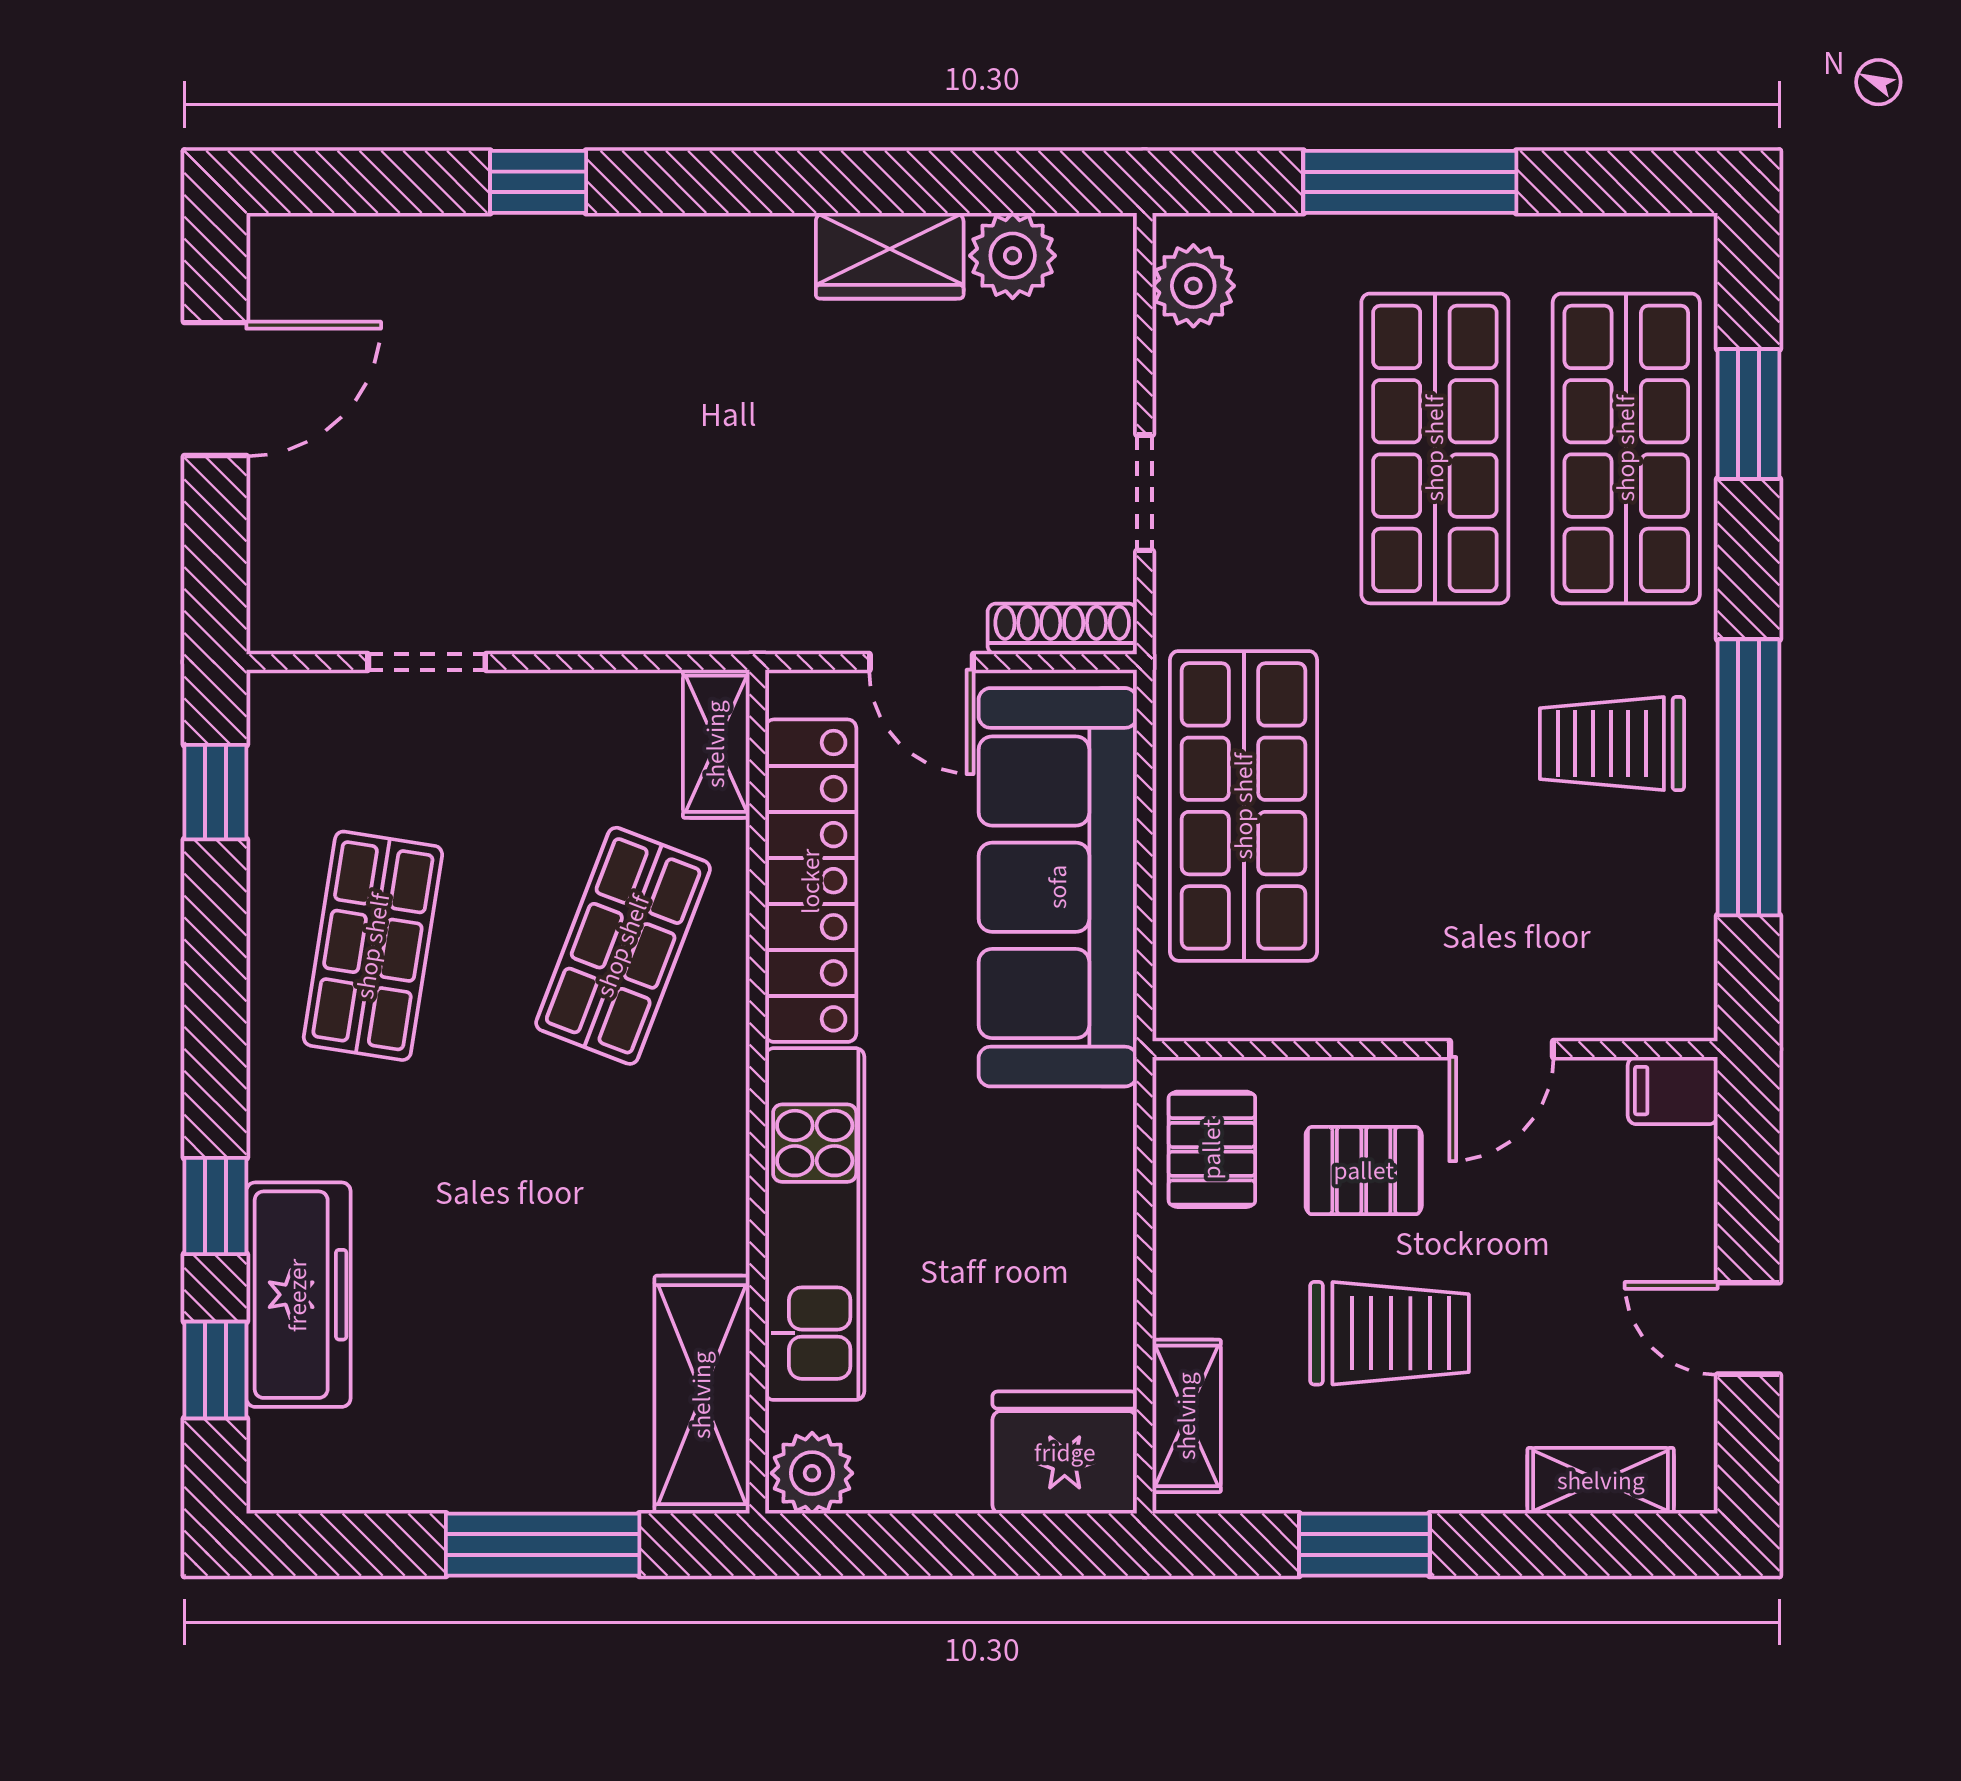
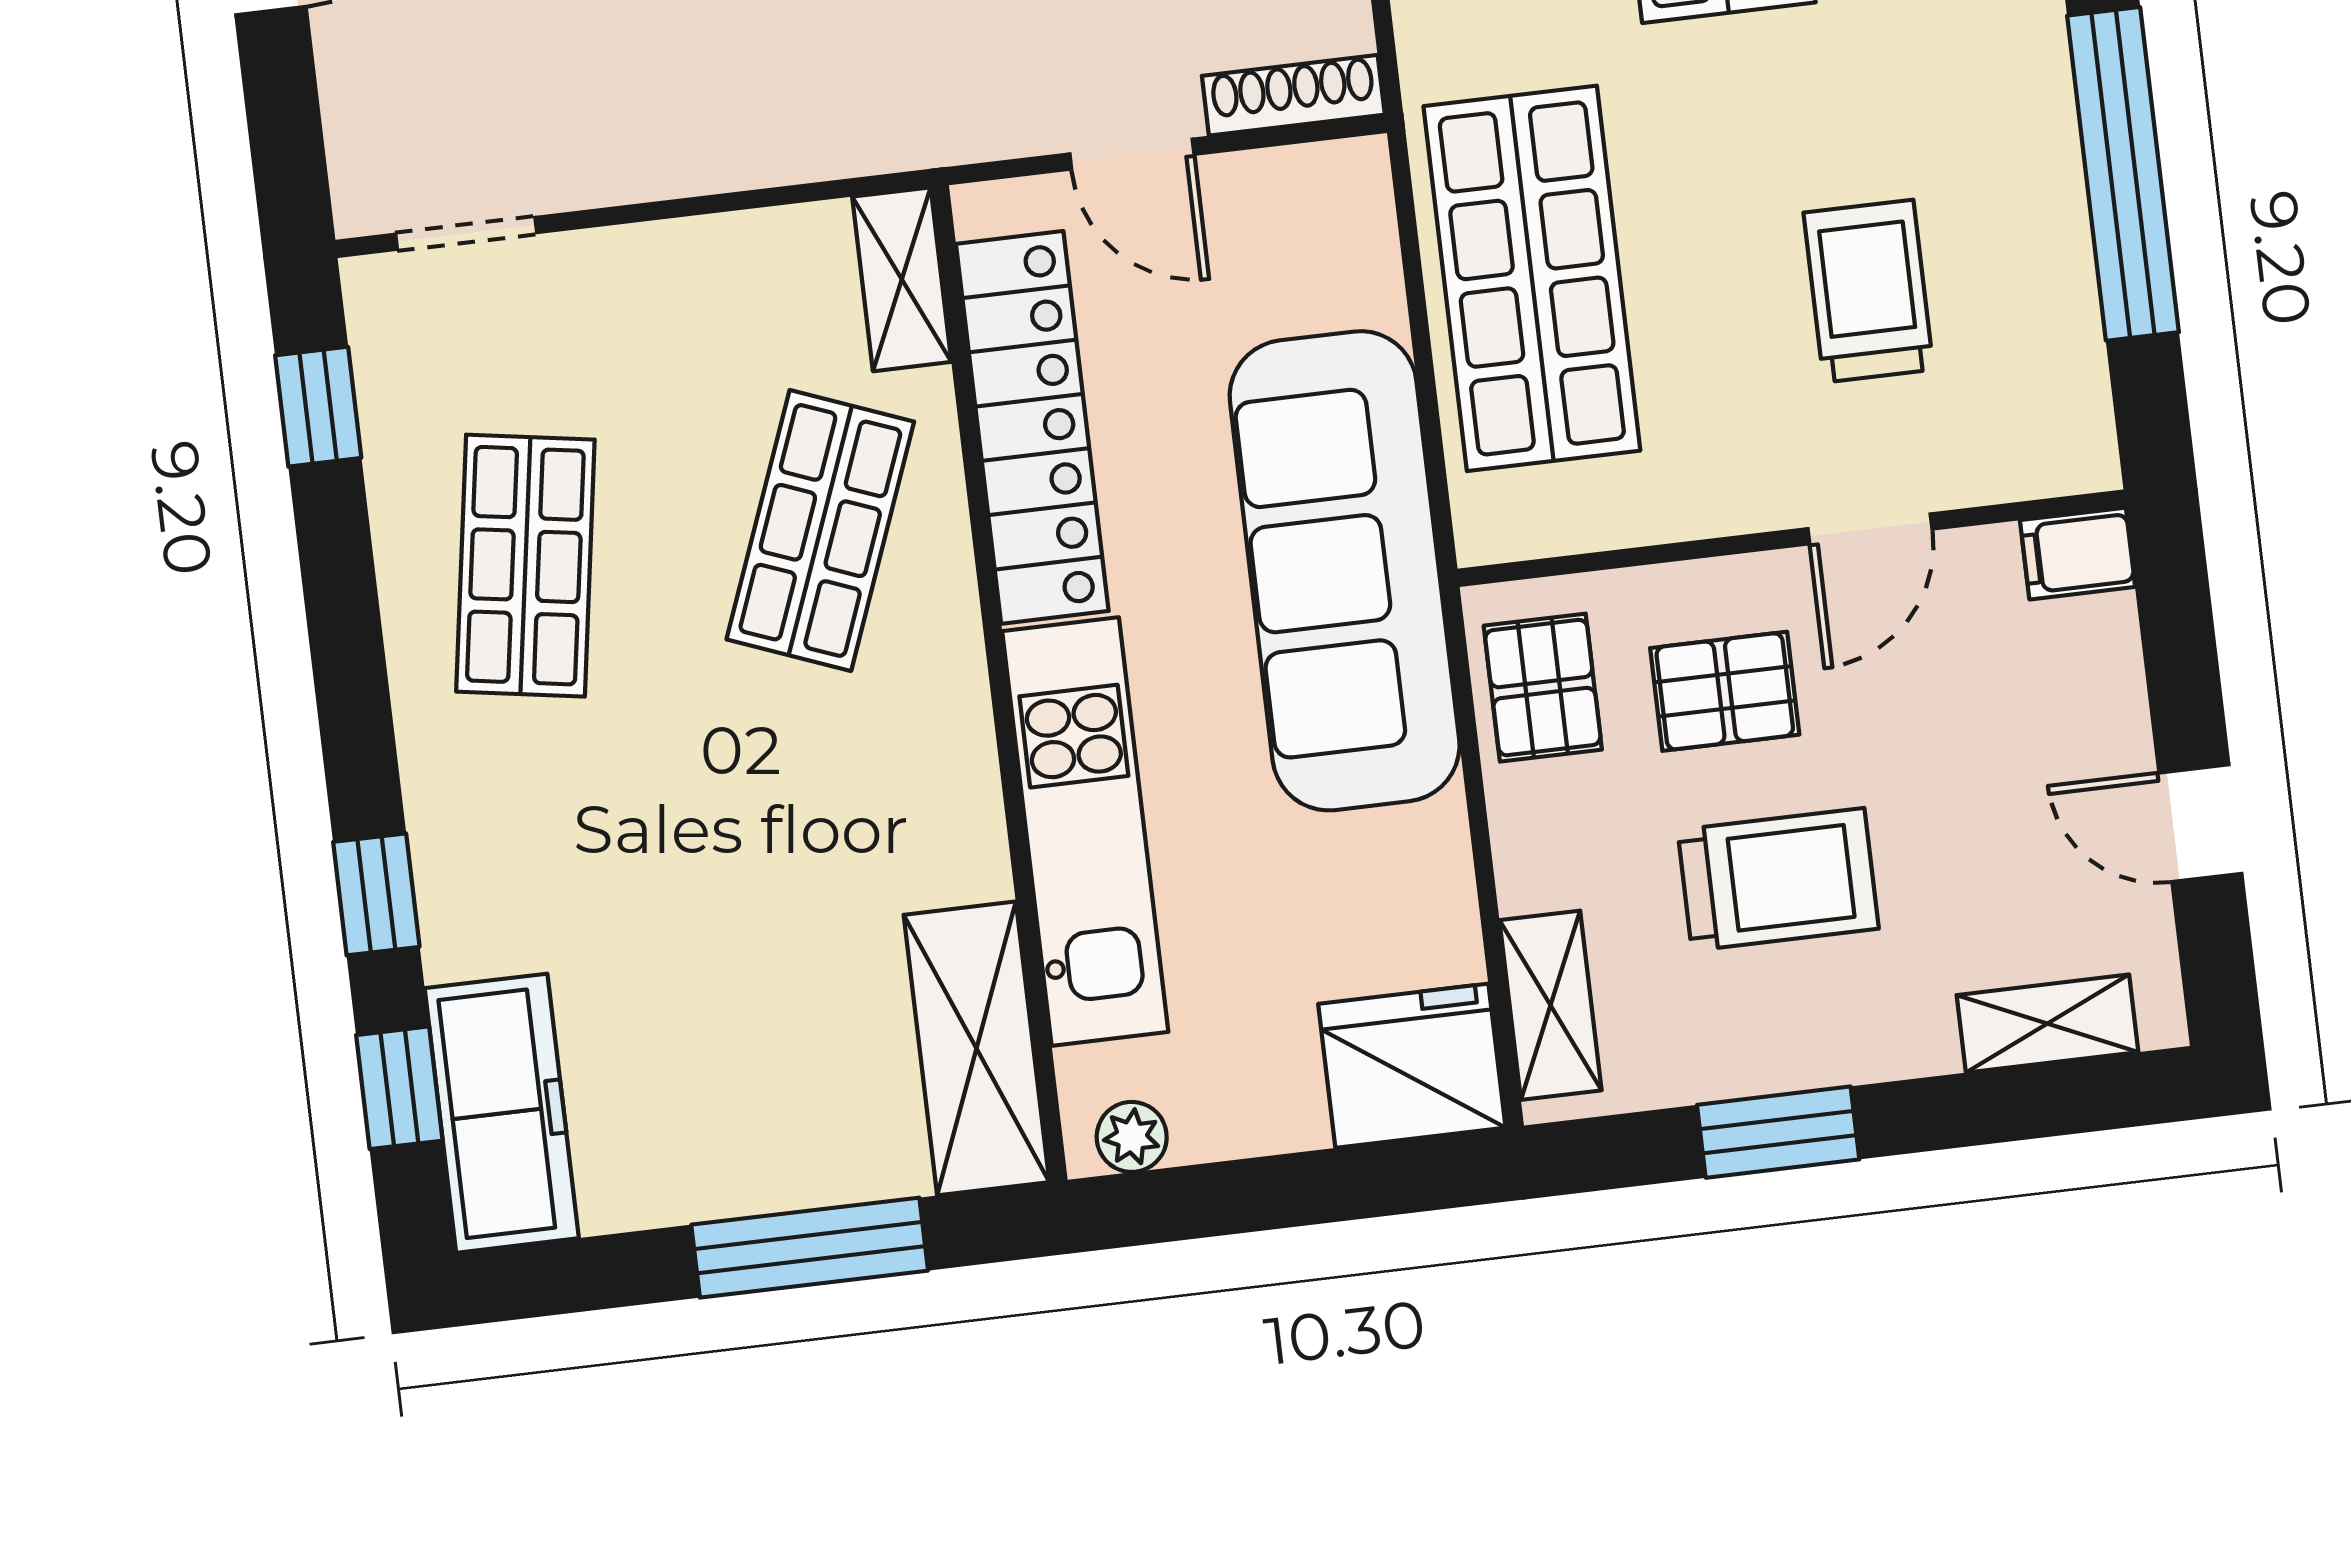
doorway: (427, 662) -> (466, 233), moved
trolley: (1612, 744) -> (1868, 291), moved, turned 90
sofa: (1058, 887) -> (1345, 571), moved
freezer: (298, 1295) -> (502, 1113), moved
plant: (812, 1473) -> (1132, 1137), width x0.73, depth x0.73

